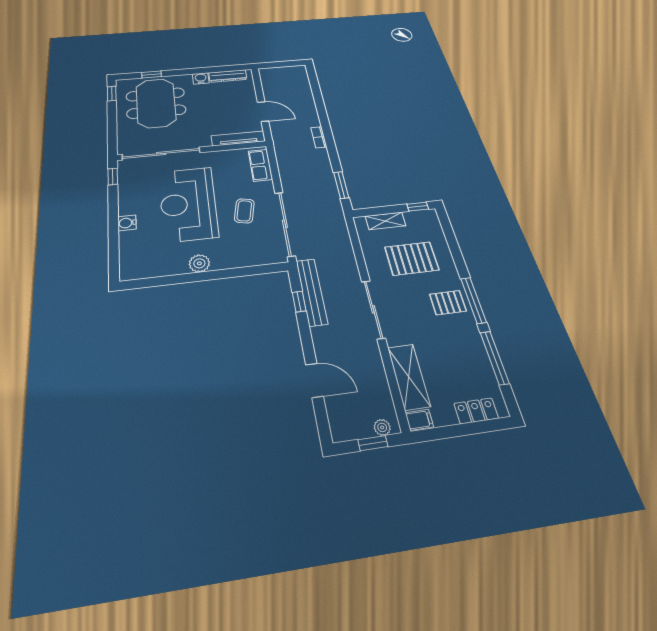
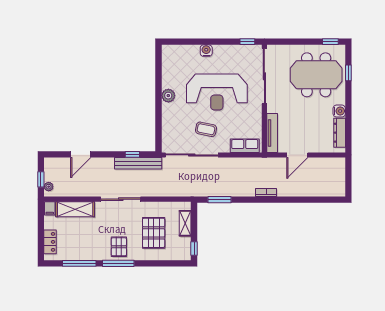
reception desk: (188, 204) -> (217, 92), turned 180

